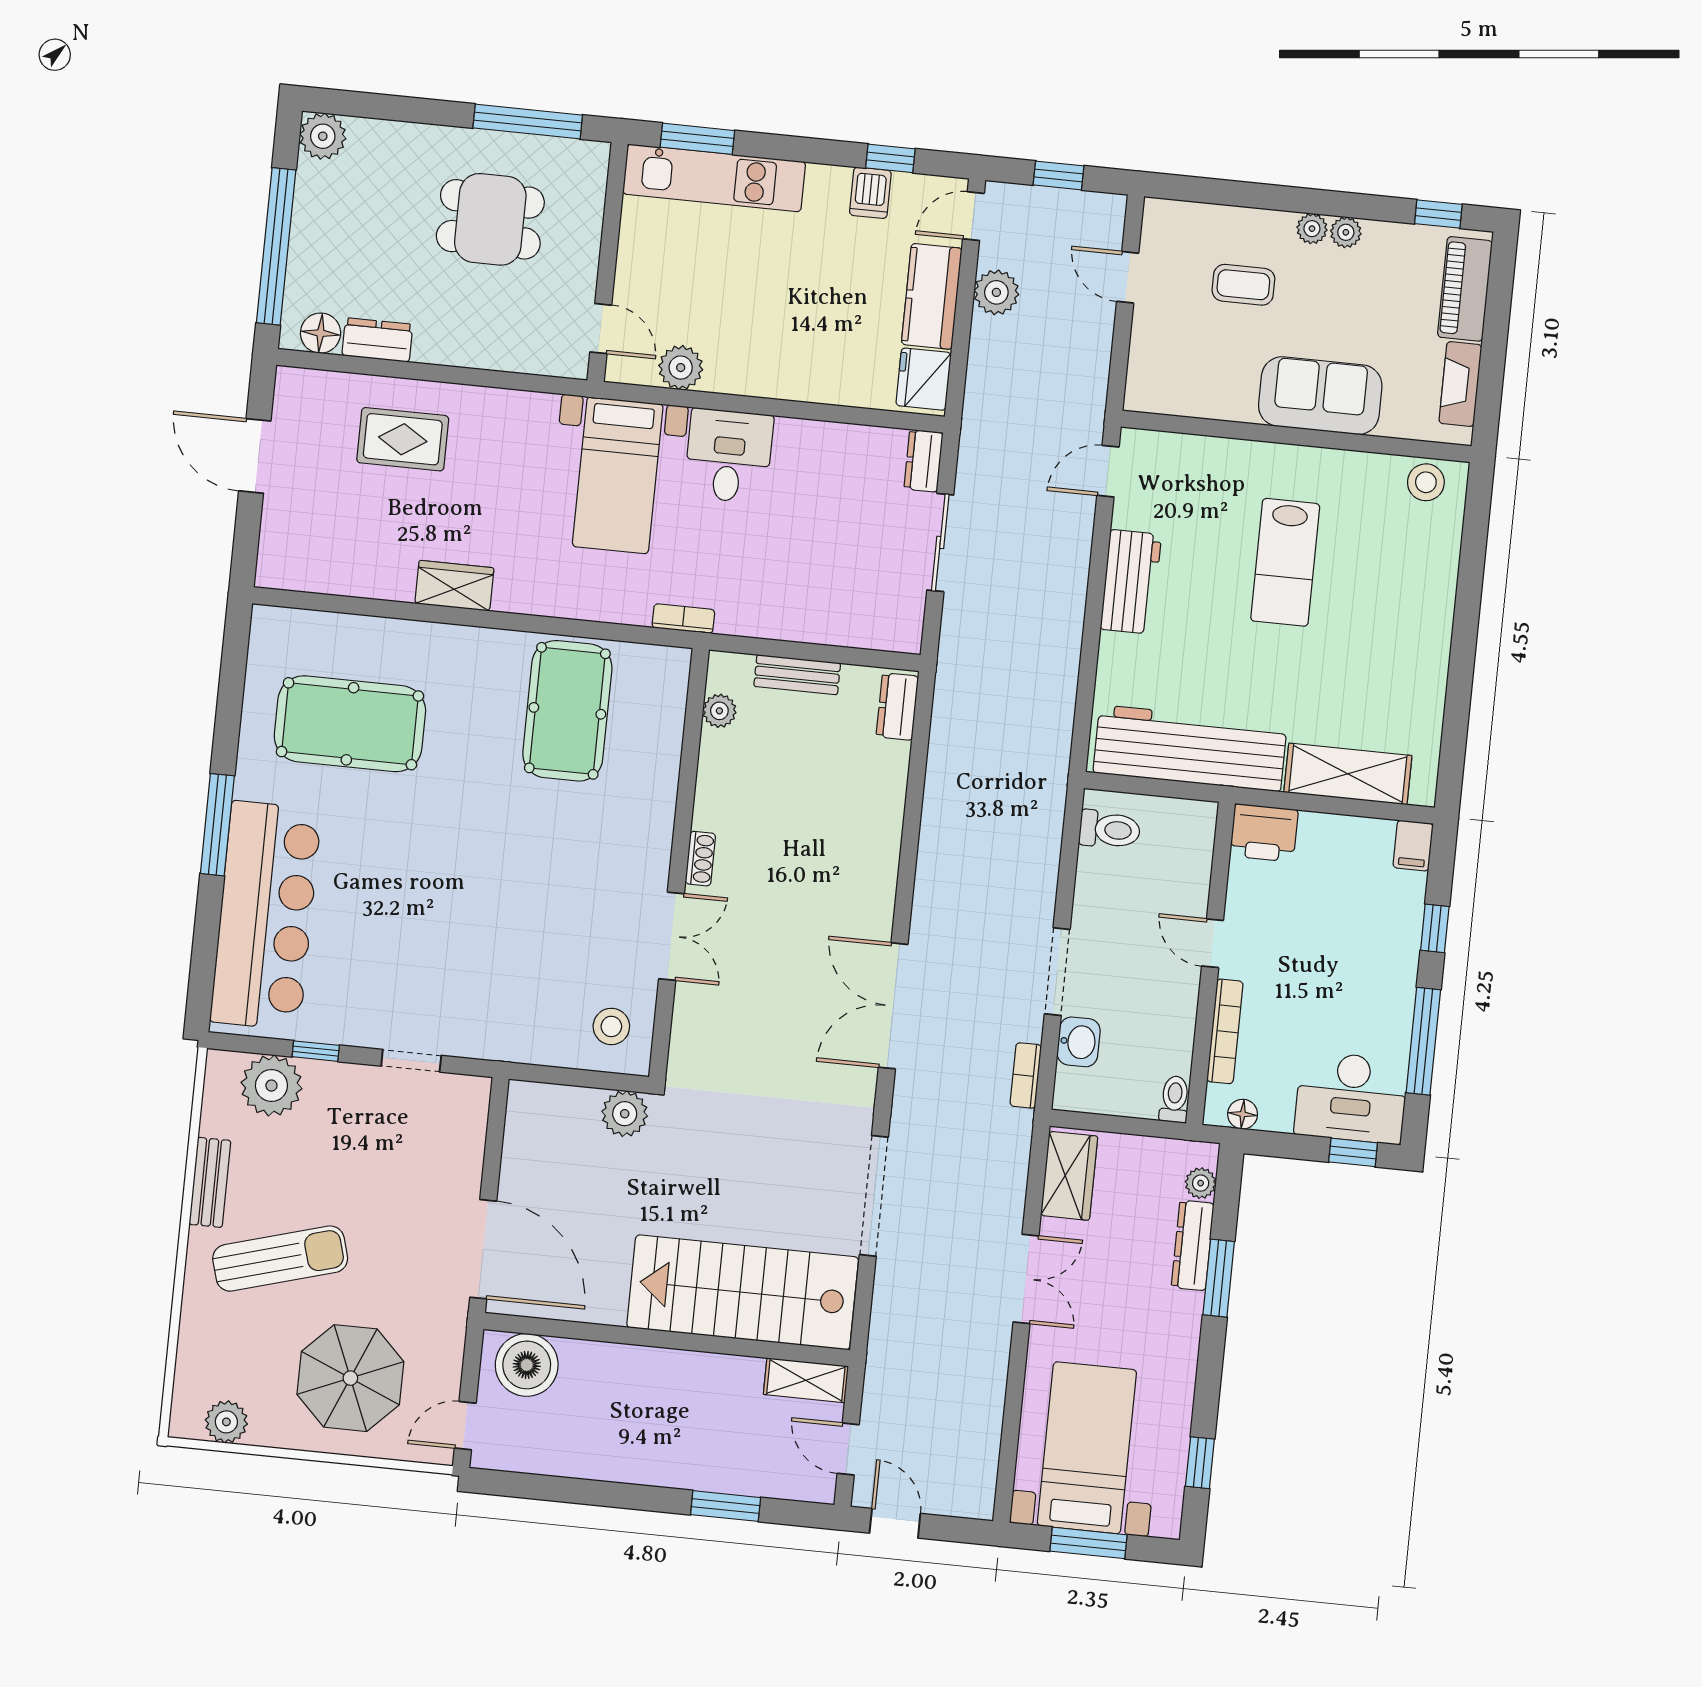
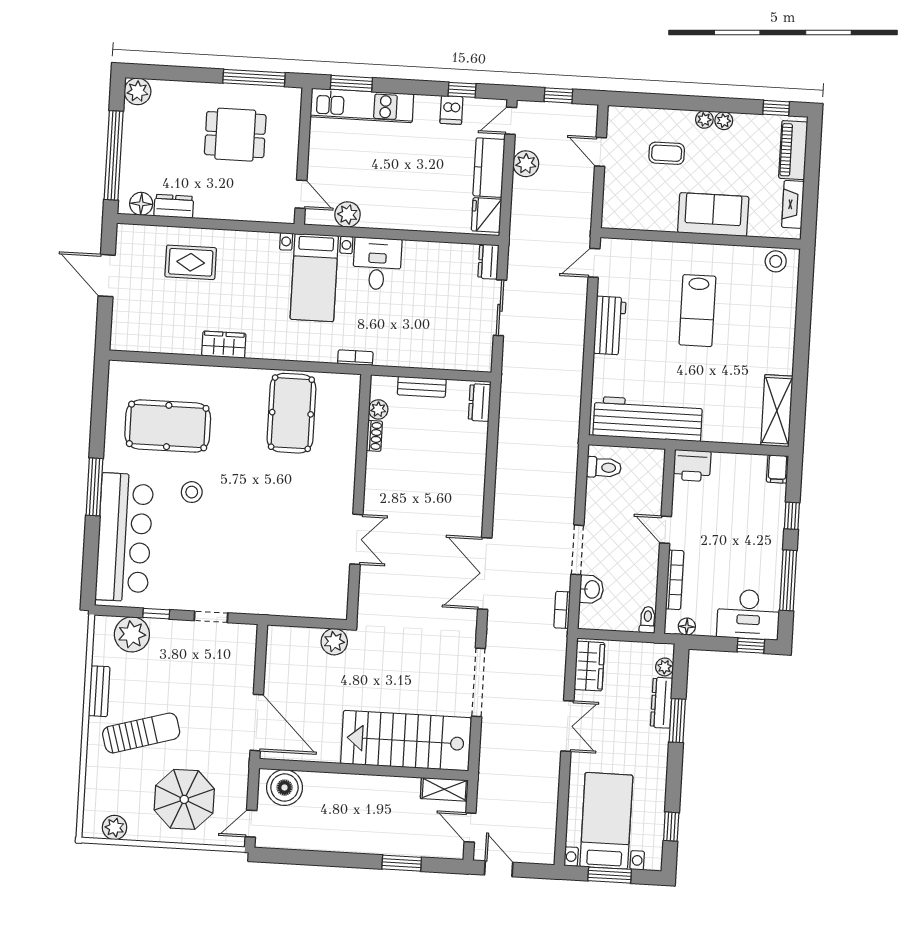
shelving: (1348, 774) -> (777, 411), moved, turned 90
shoe rack: (700, 859) -> (374, 436), moved
stool: (611, 1026) -> (192, 492), moved

